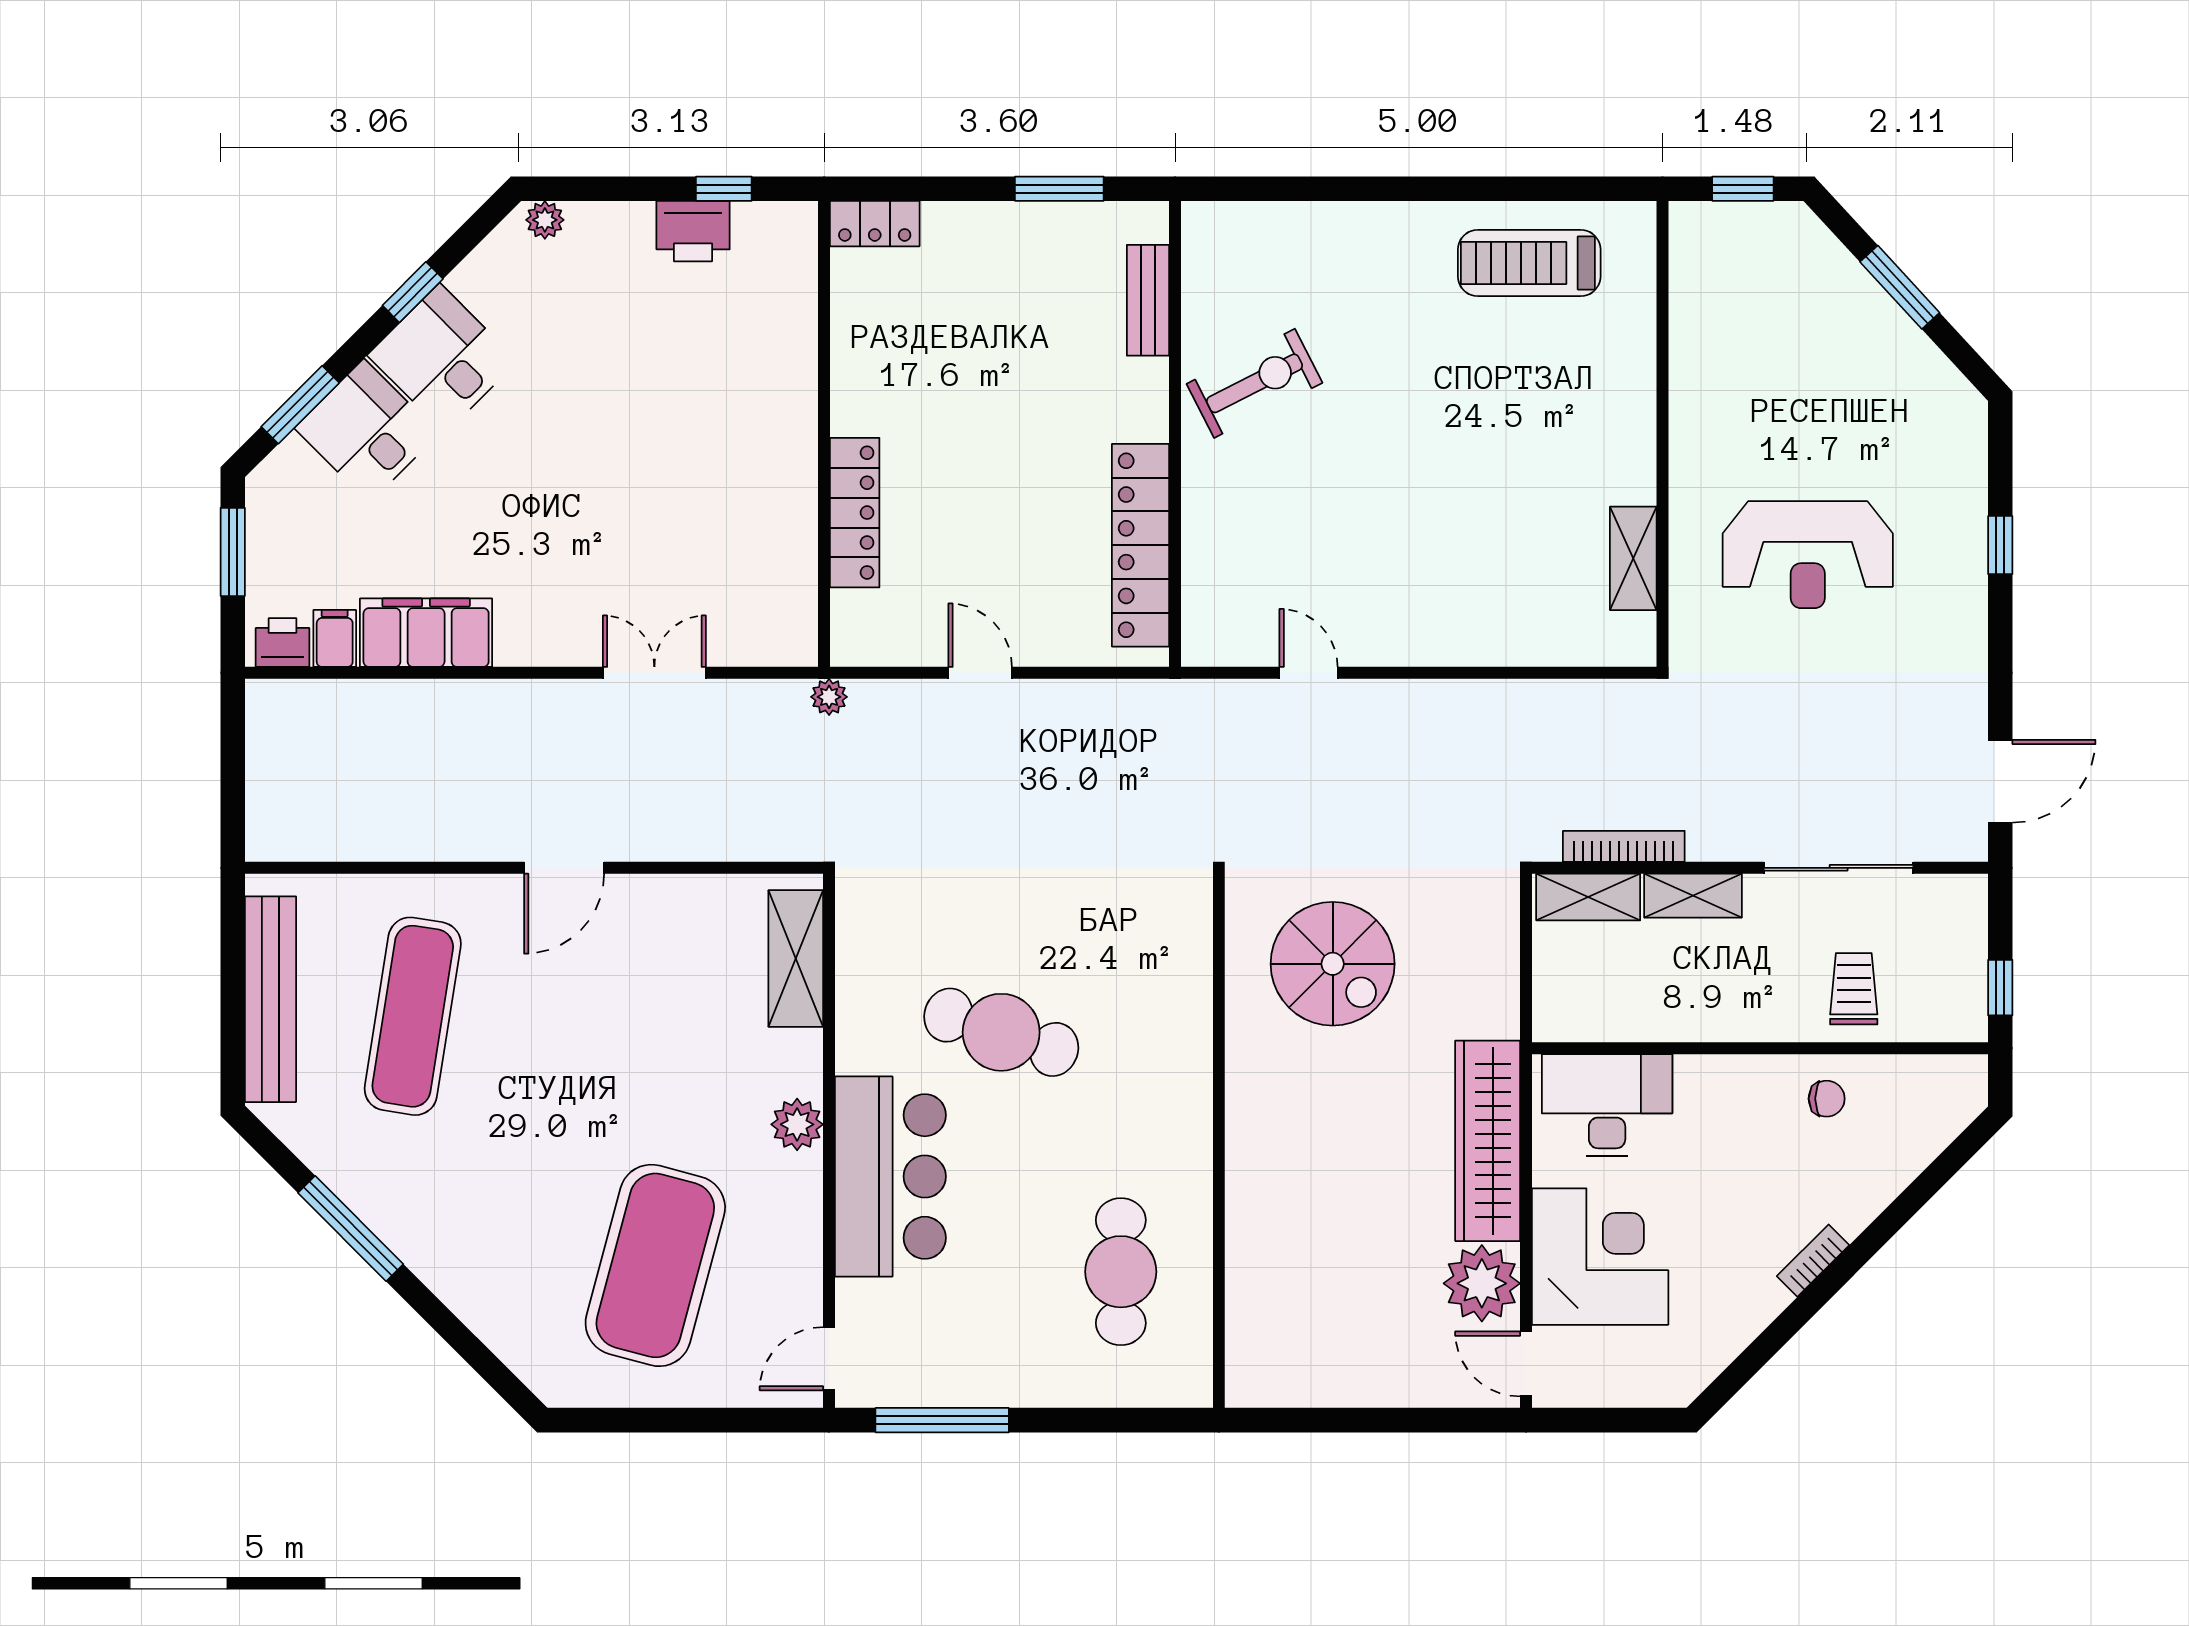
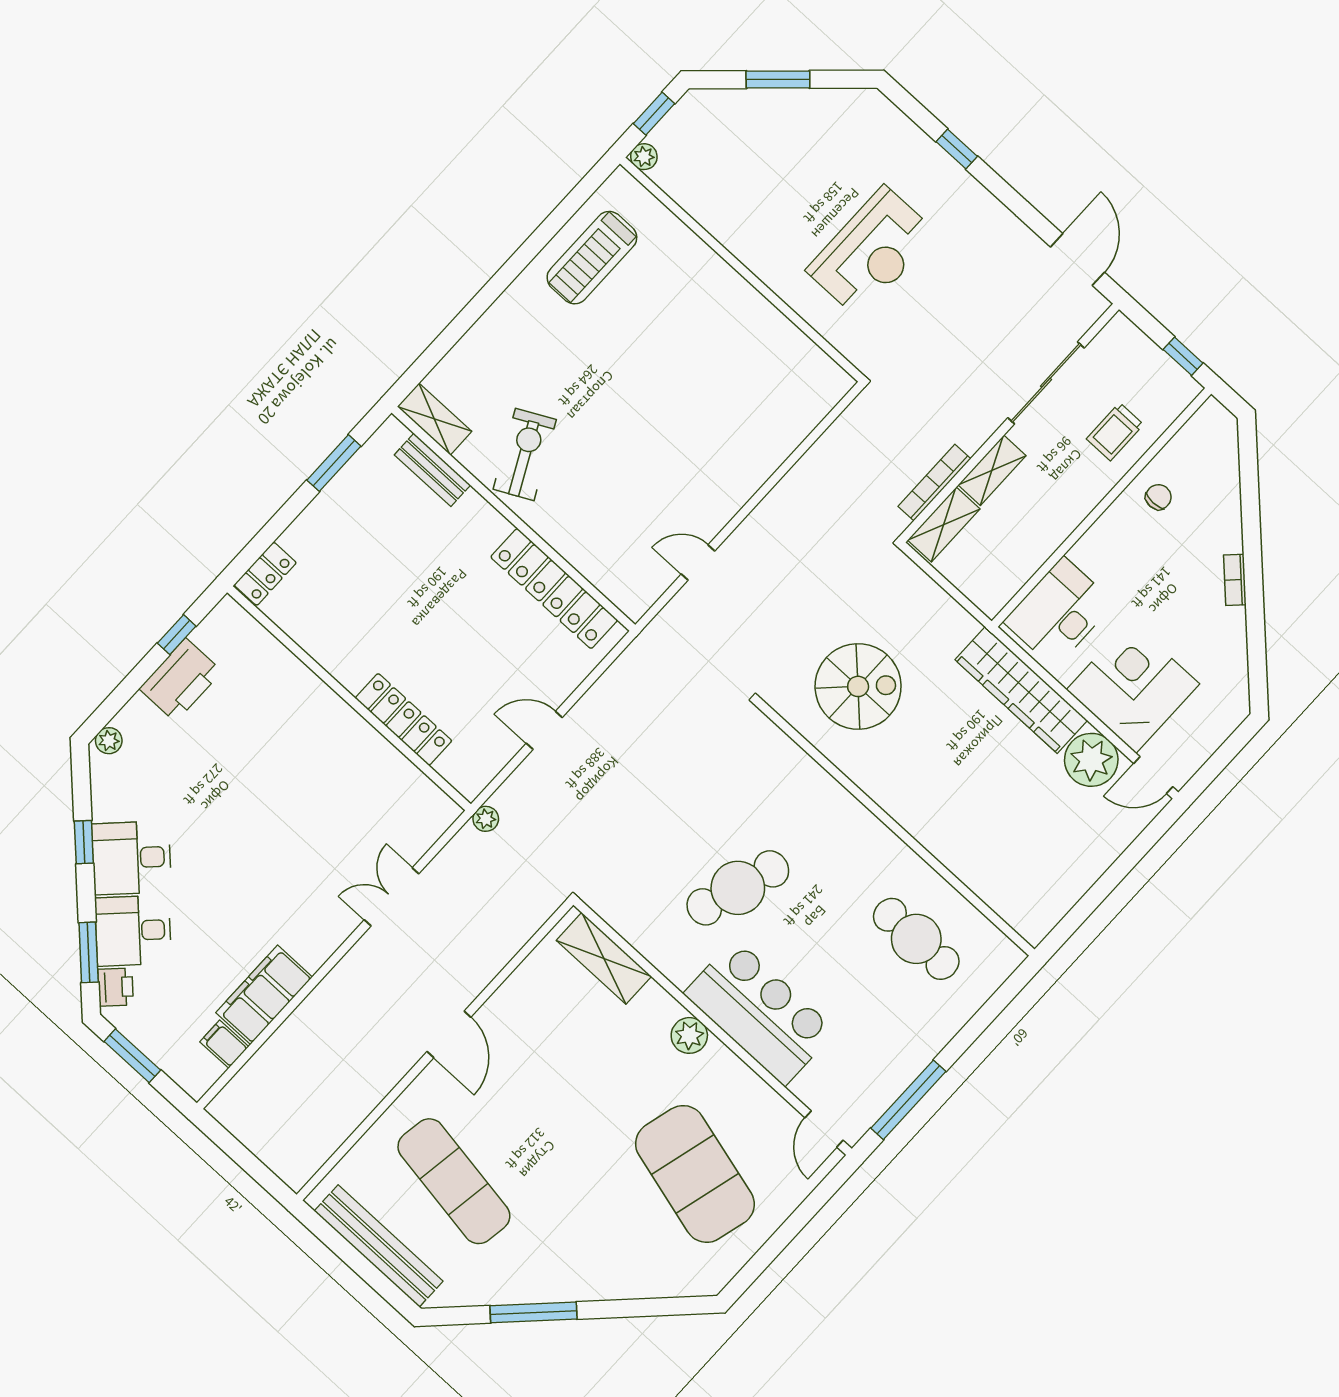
plant: (1687, 220) -> (644, 157), added
printer: (693, 231) -> (181, 680), width x1.37, depth x1.19
shelving: (1633, 558) -> (435, 419), moved
printer: (283, 643) -> (116, 987), moved, turned 135
trolley: (1854, 989) -> (1115, 432), turned -90

